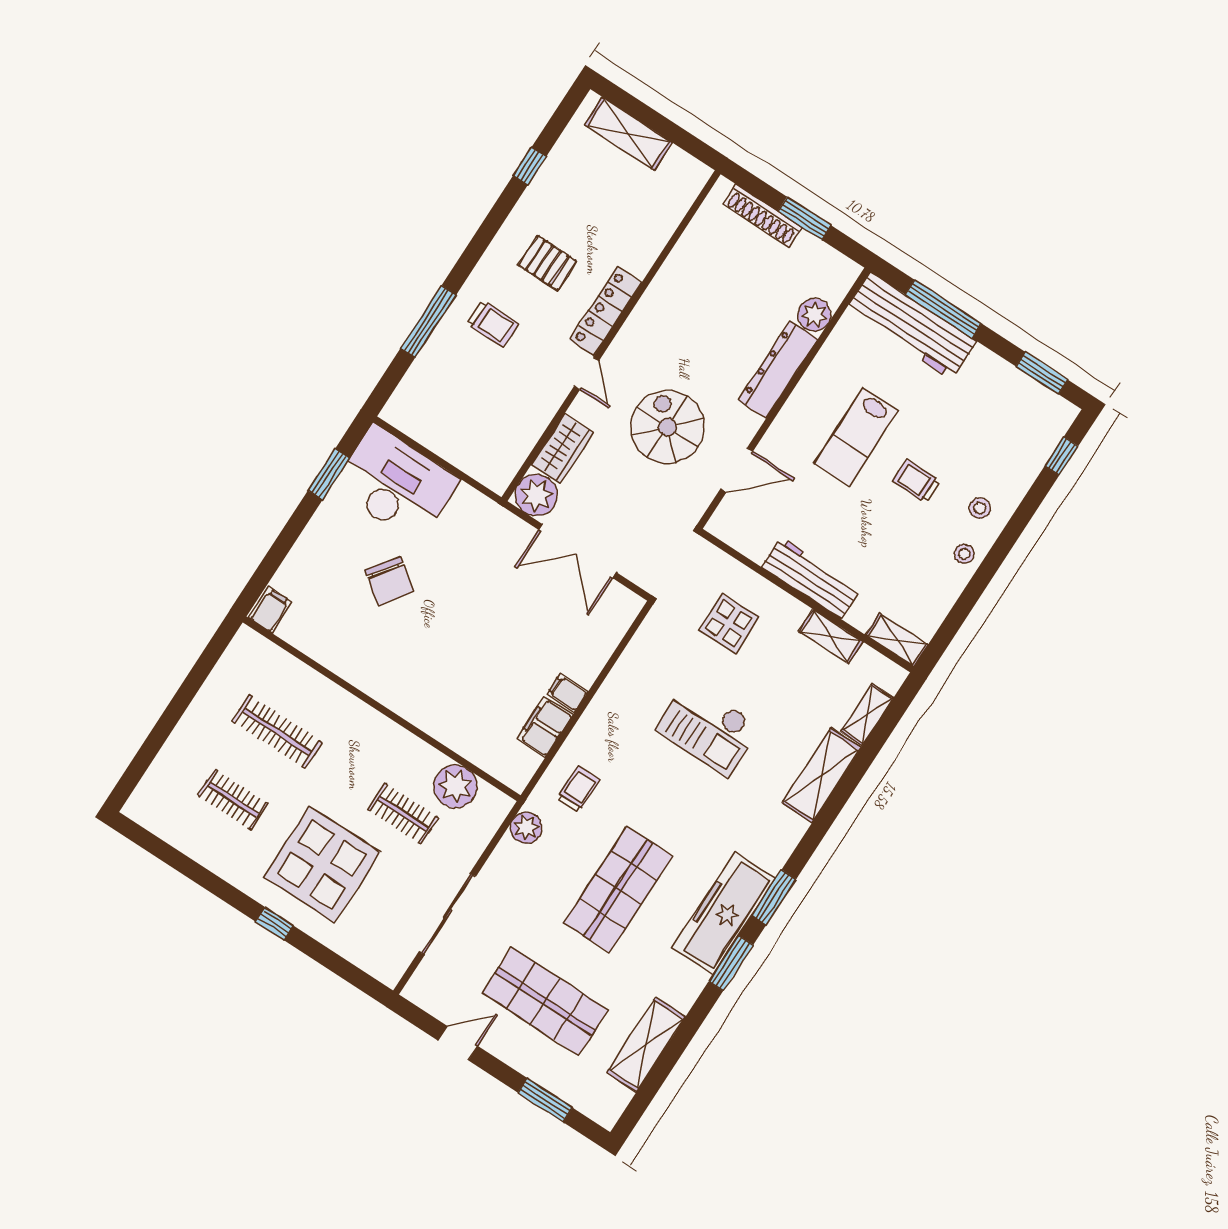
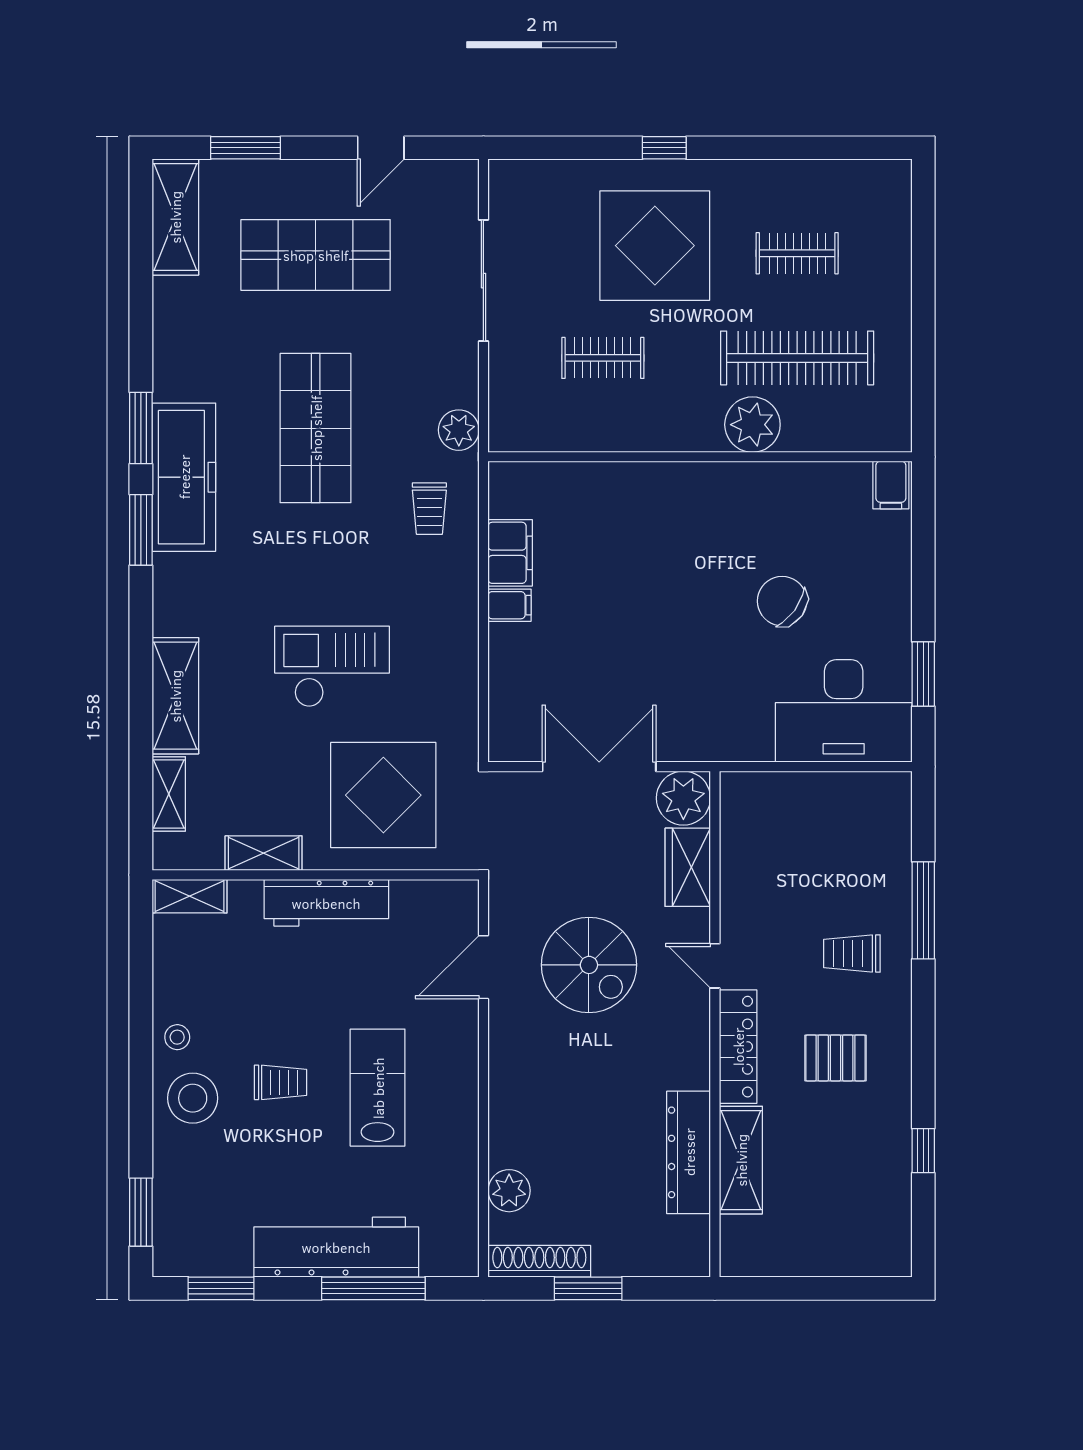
shelving: (628, 134) -> (741, 1160), moved, turned 90
shoe rack: (762, 216) -> (539, 1261), moved
workbench: (911, 326) -> (336, 1247), moved
dresser: (778, 370) -> (689, 1152), moved, turned 180
window: (1061, 456) -> (141, 1212), width x1.50
stool: (980, 508) -> (193, 1098), width x1.89, depth x1.89
display table: (729, 624) -> (383, 795), width x1.86, depth x1.86
clothes rail: (277, 732) -> (797, 358), width x1.37, depth x1.31
plant: (455, 786) -> (752, 425), moved
shelving: (646, 1045) -> (175, 217), moved

